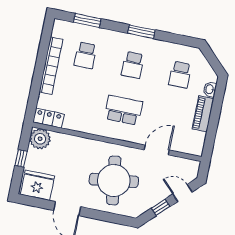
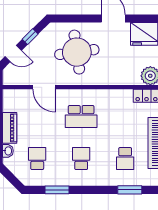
window: (141, 32) -> (57, 190), moved
school desk: (85, 55) -> (125, 159), turned 180
door: (157, 150) -> (44, 87), hinge flipped

